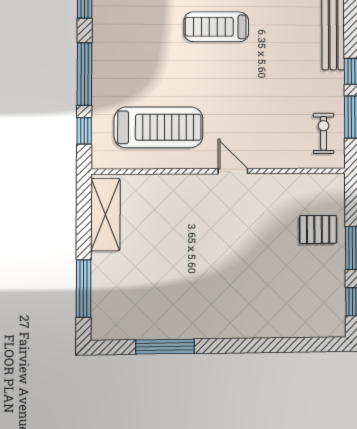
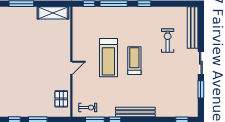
treadmill: (159, 127) -> (108, 58), moved
pallet: (318, 229) -> (61, 99), moved

